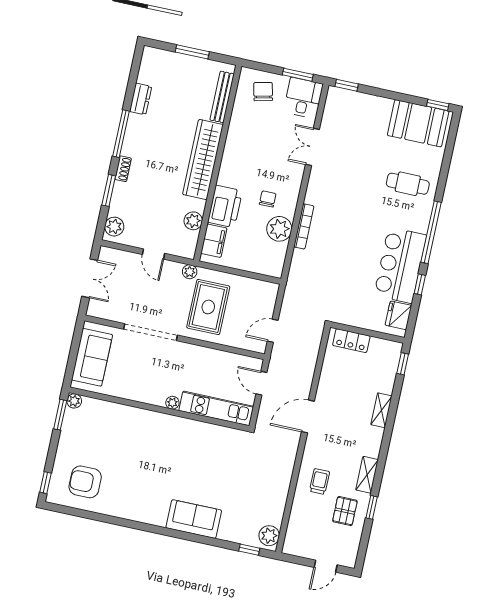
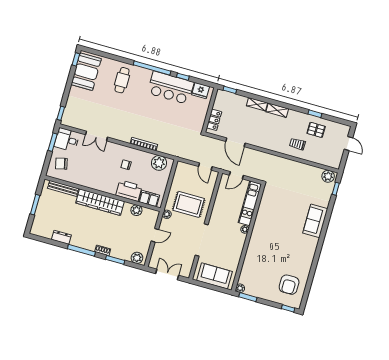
plant: (279, 229) -> (159, 163), moved
door: (308, 416) -> (235, 142), moved
shelving: (367, 475) -> (277, 110), moved

